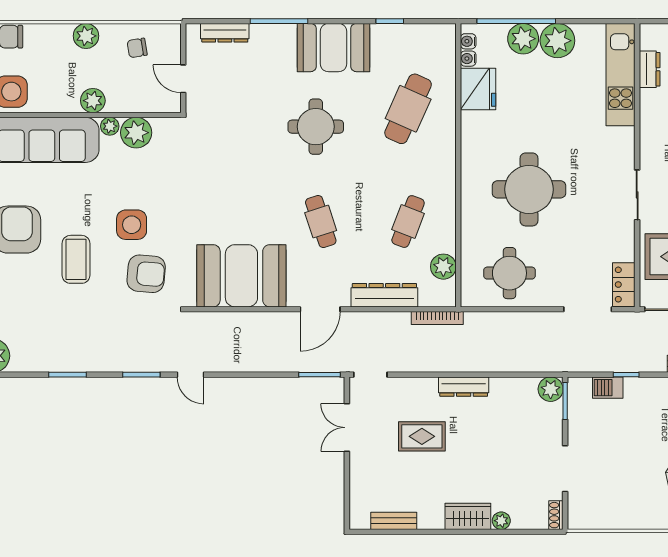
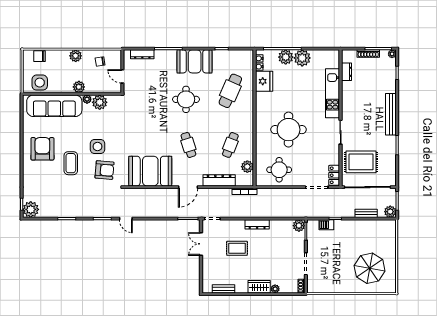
kitchen unit: (621, 75) -> (333, 93), moved

